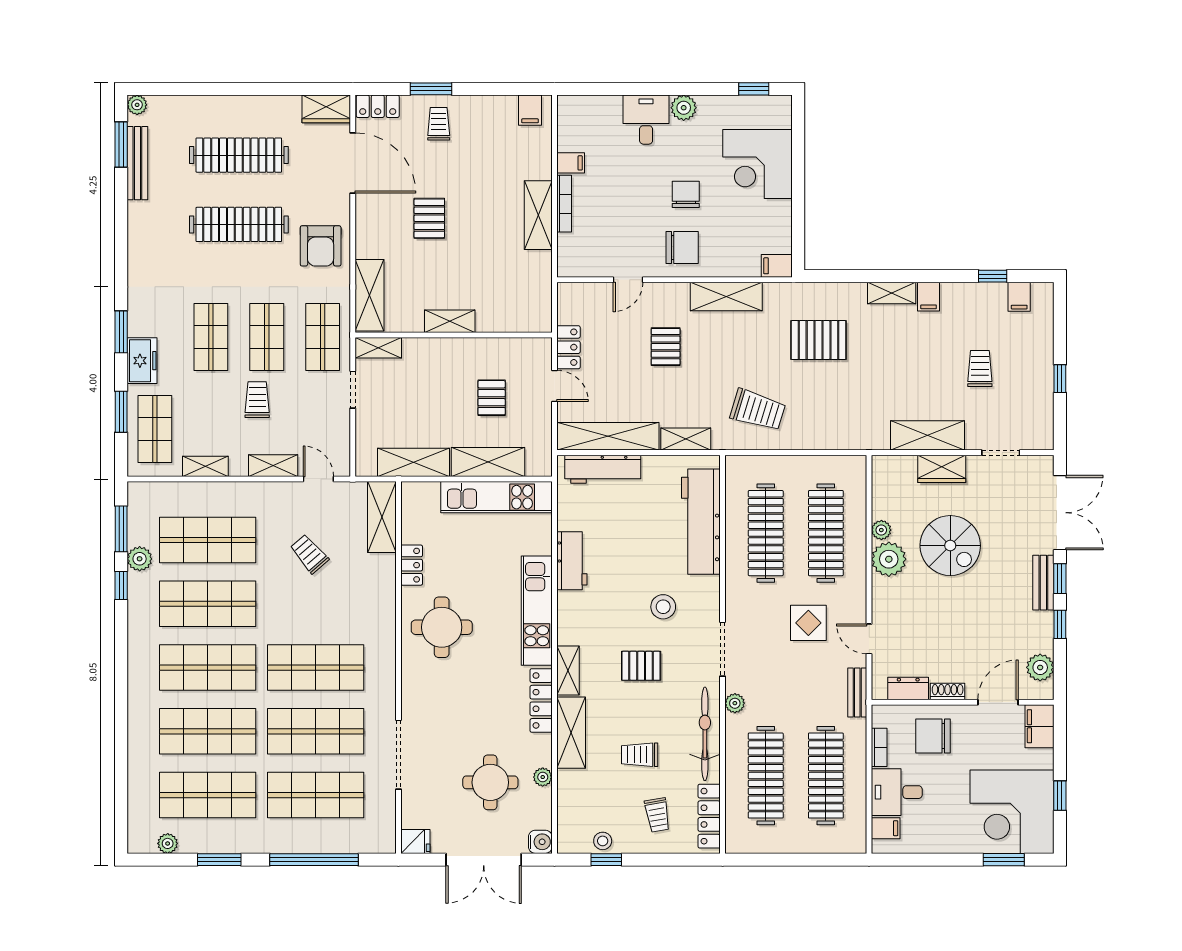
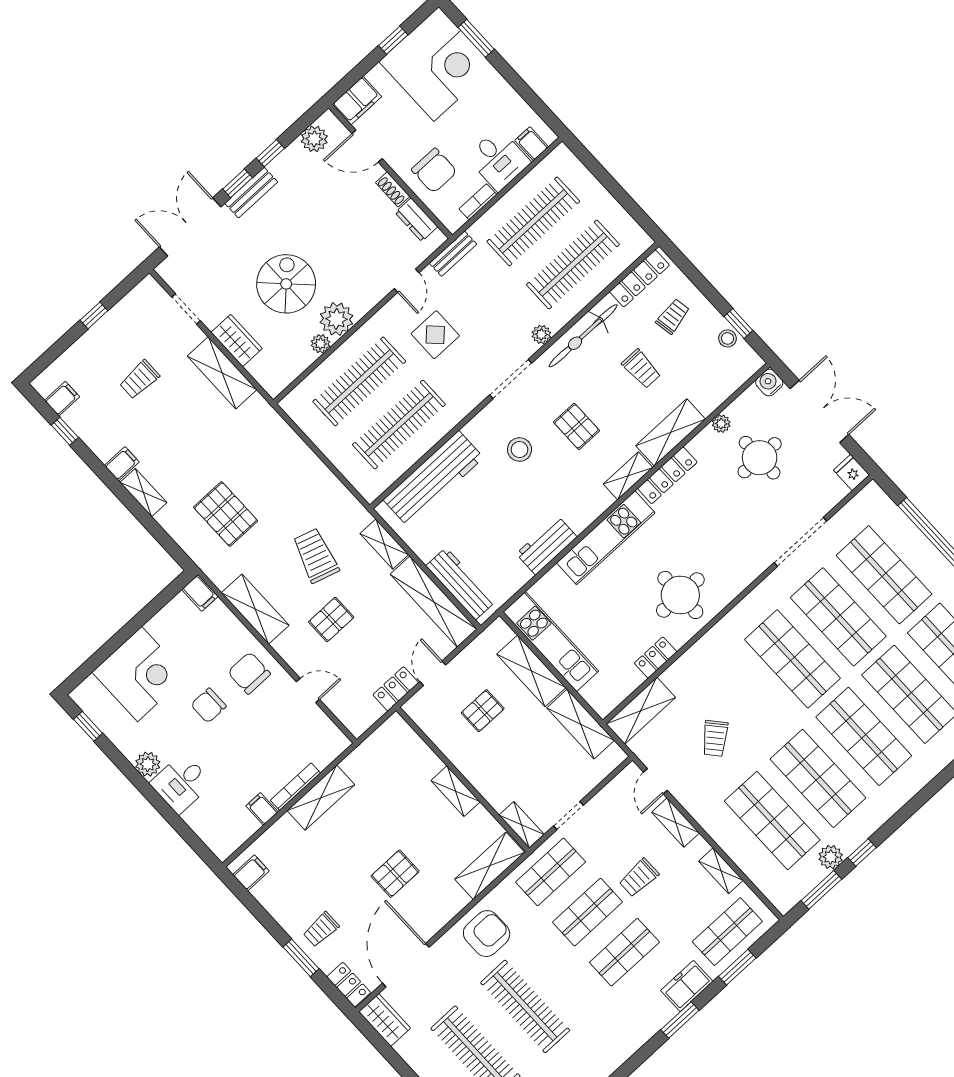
trolley: (758, 410) -> (316, 556), moved

